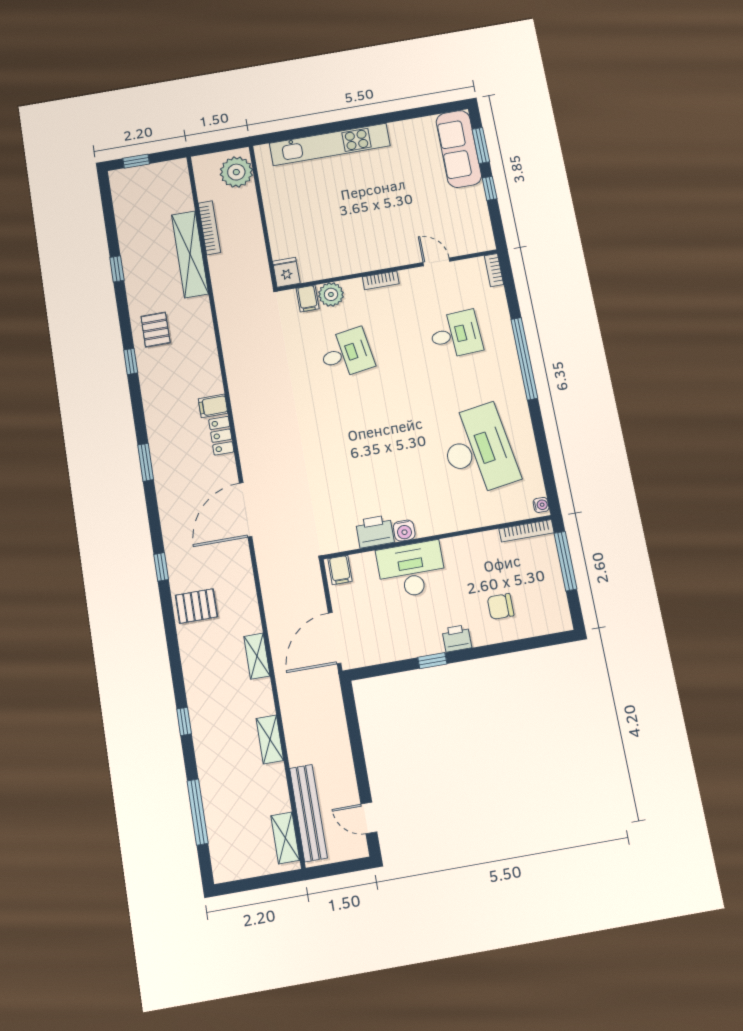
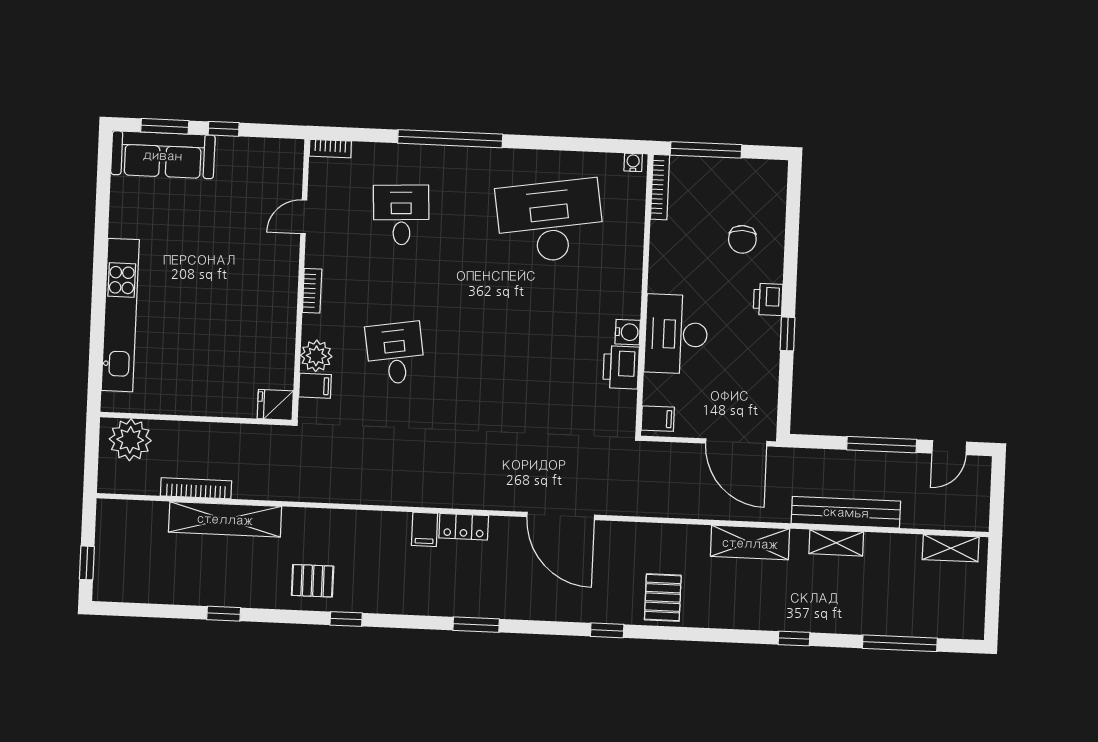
shelving: (257, 656) -> (750, 543), width x1.50, depth x1.33
window: (359, 760) -> (882, 445), added
bench: (308, 813) -> (846, 512), moved

